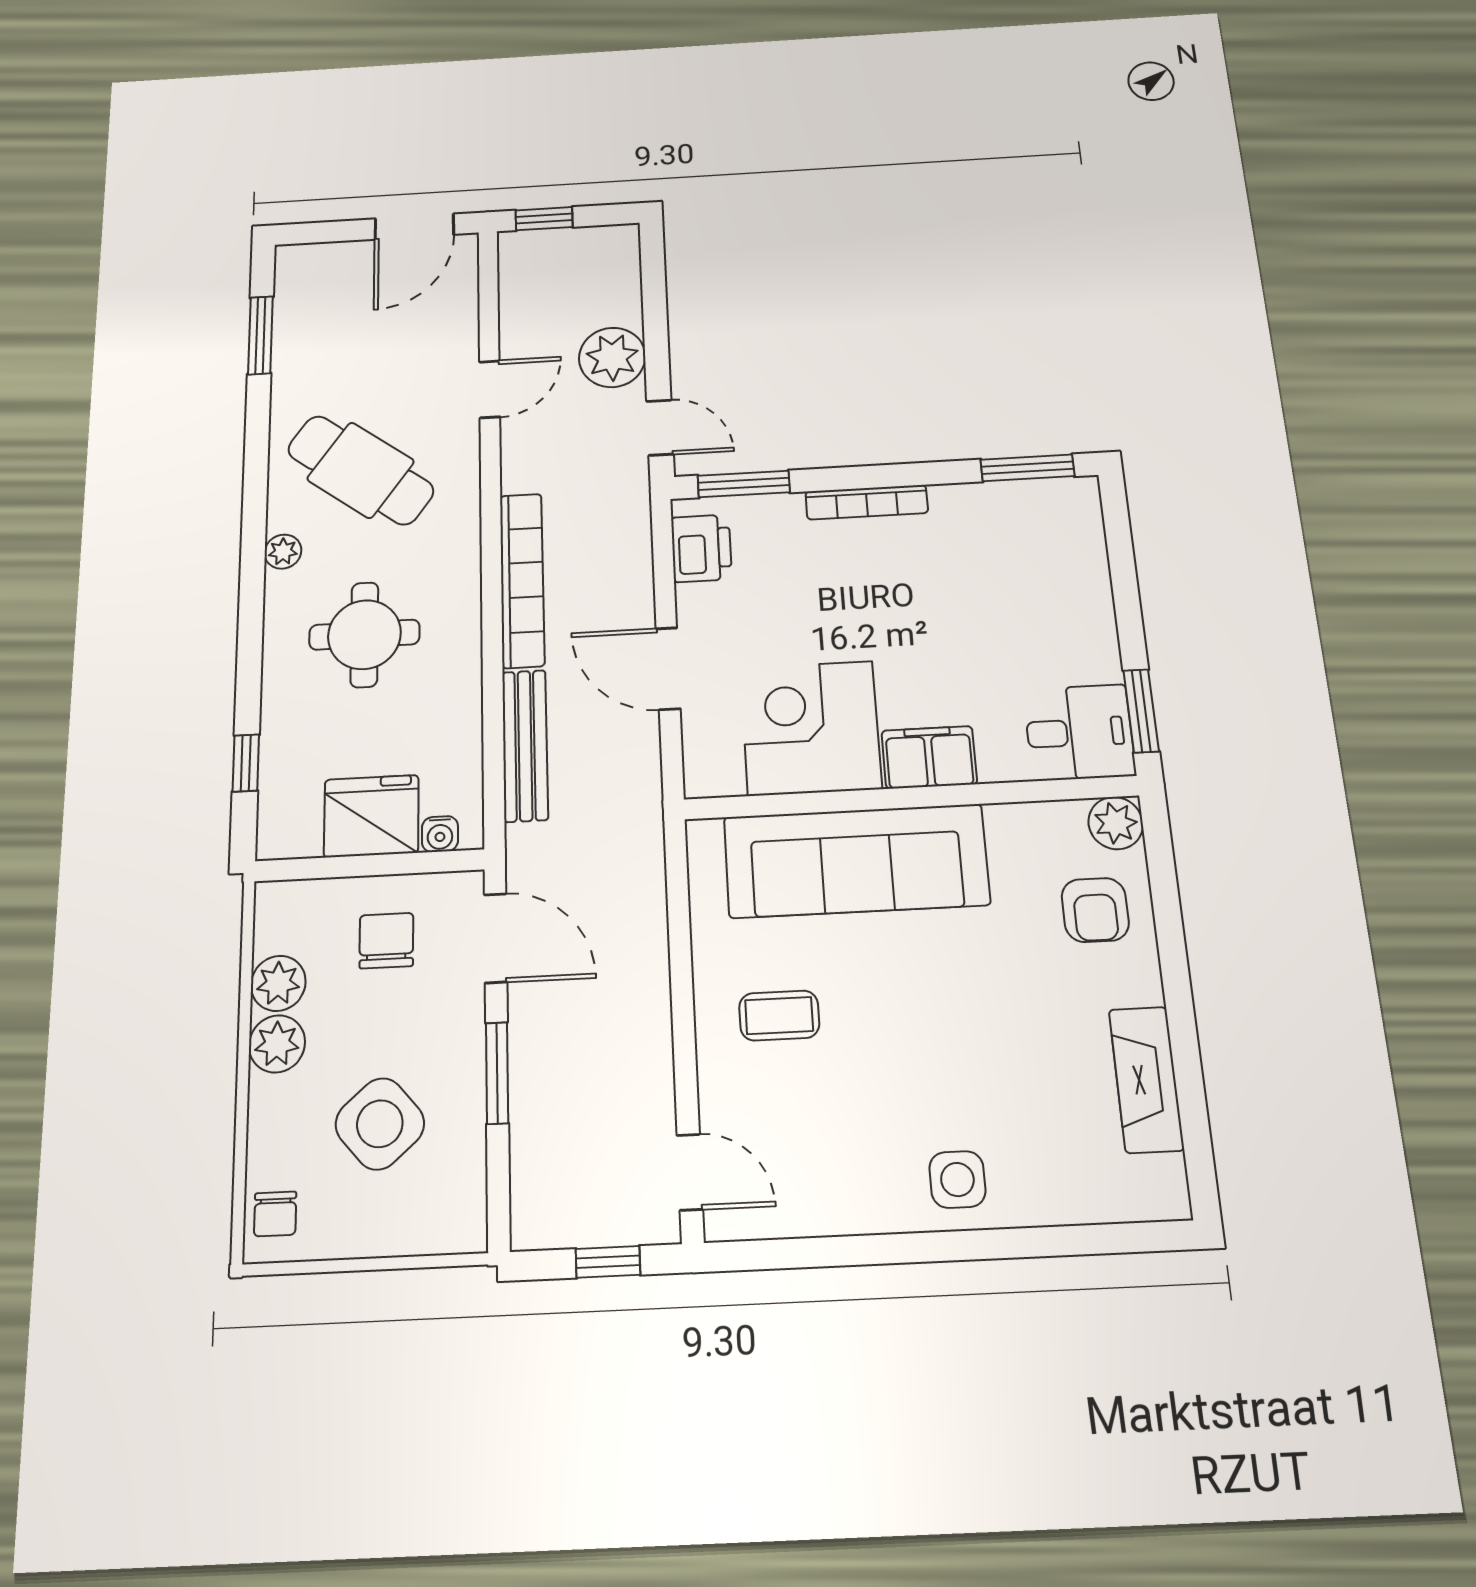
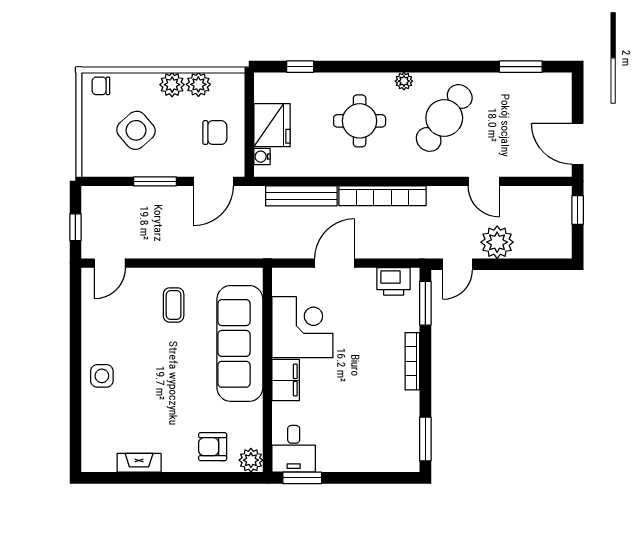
fireplace: (1146, 1079) -> (139, 463), width x0.73, depth x0.76

